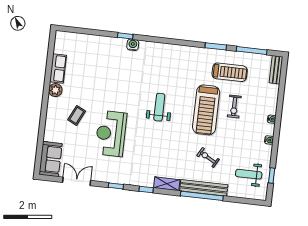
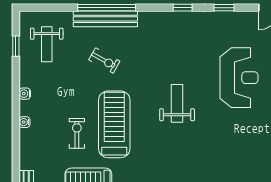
weight bench: (159, 107) -> (177, 103), moved, turned 180
weight bench: (249, 174) -> (47, 44), turned 90
shelving: (167, 184) -> (156, 19), removed

